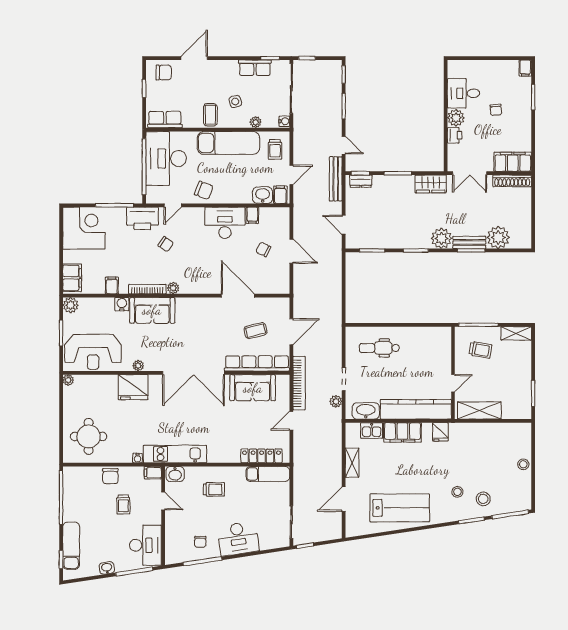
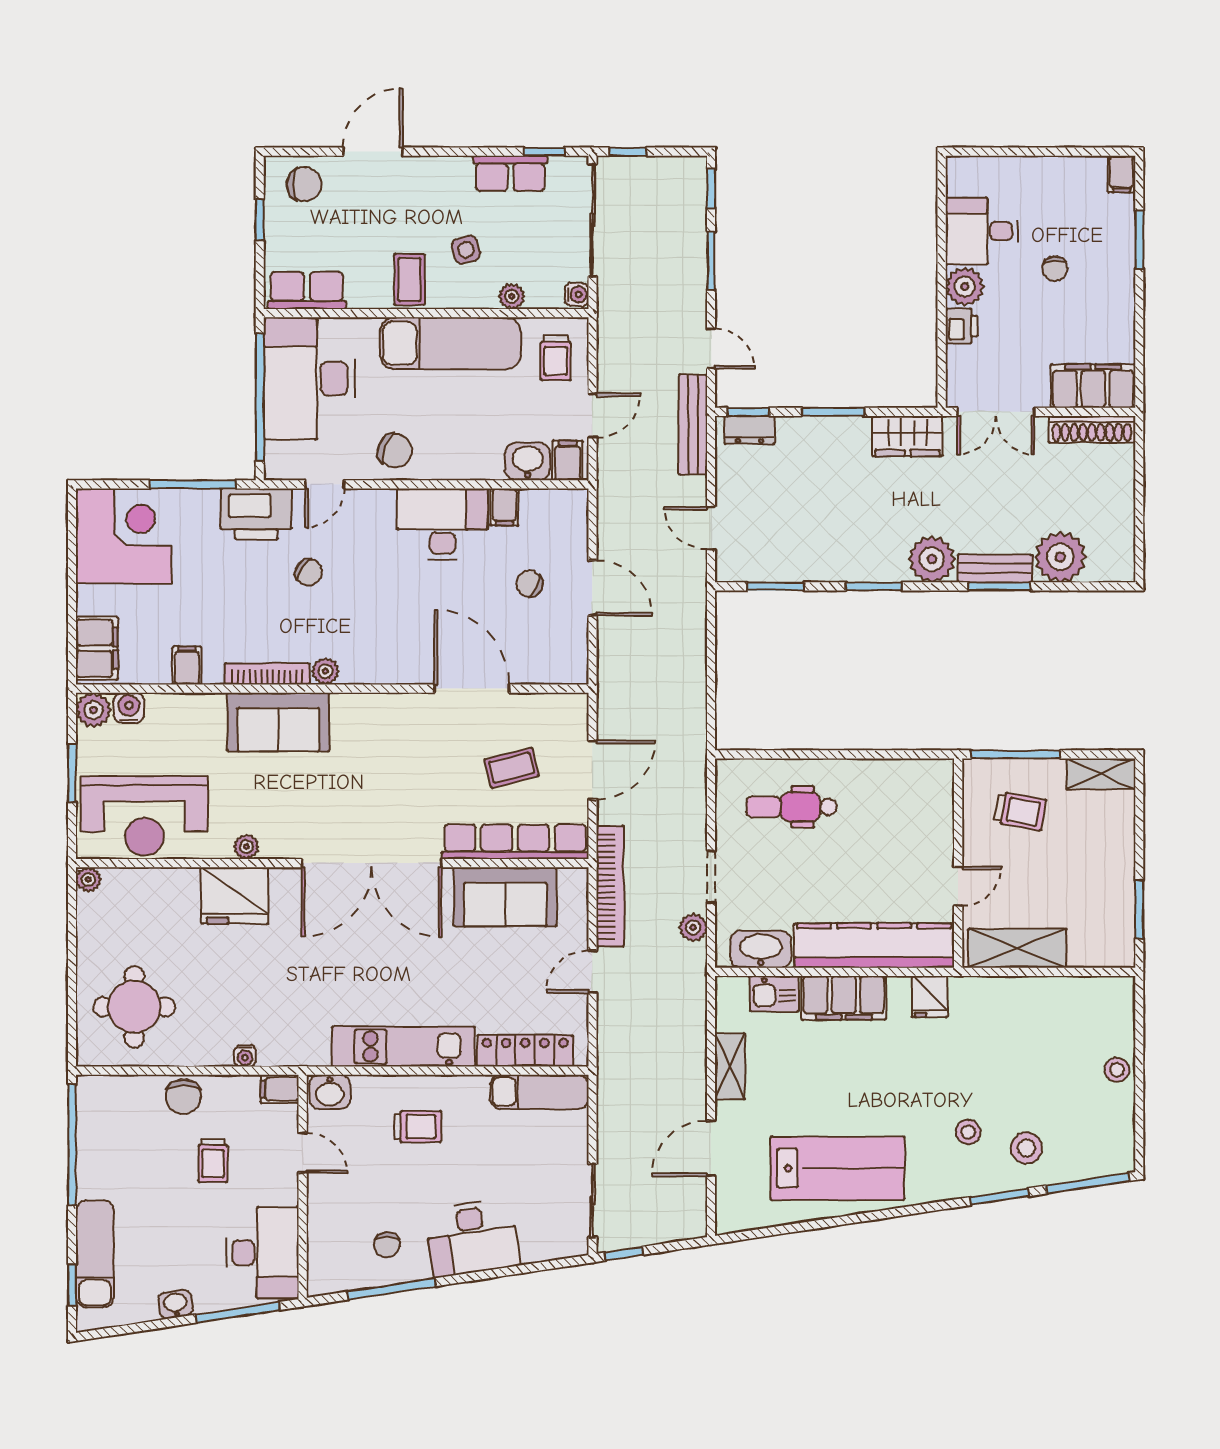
water cooler: (122, 304) -> (129, 708), moved
kitchen unit: (175, 454) -> (403, 1047), moved

